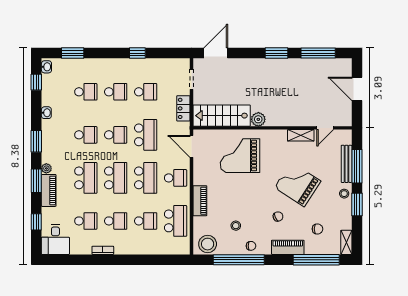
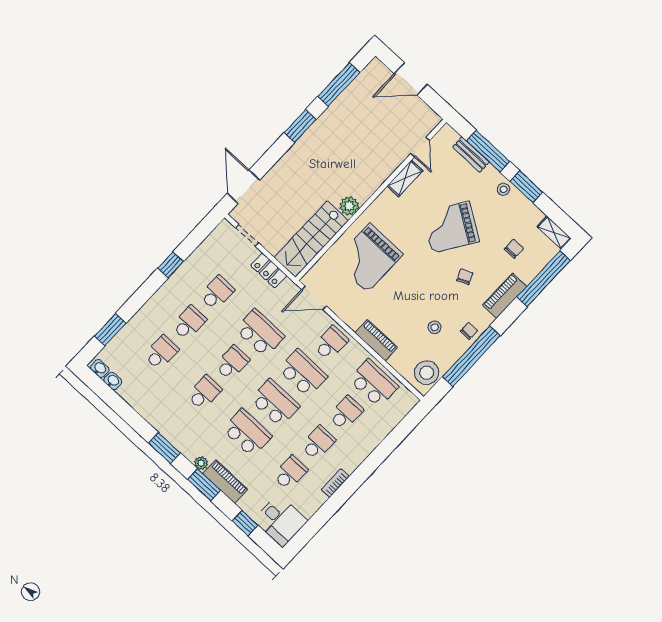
window: (36, 82) -> (105, 393), removed
washbasin: (46, 113) -> (113, 381), moved
bench: (347, 164) -> (471, 155), width x0.73

